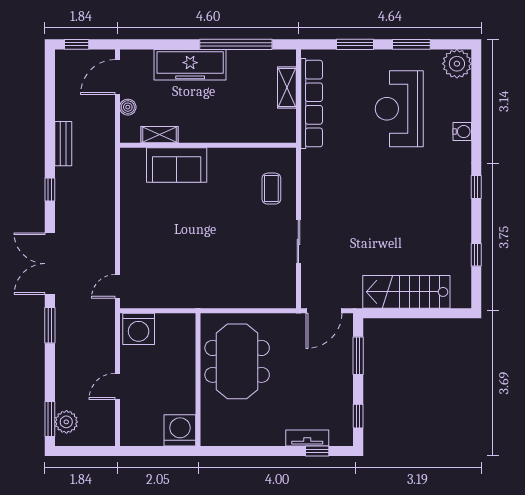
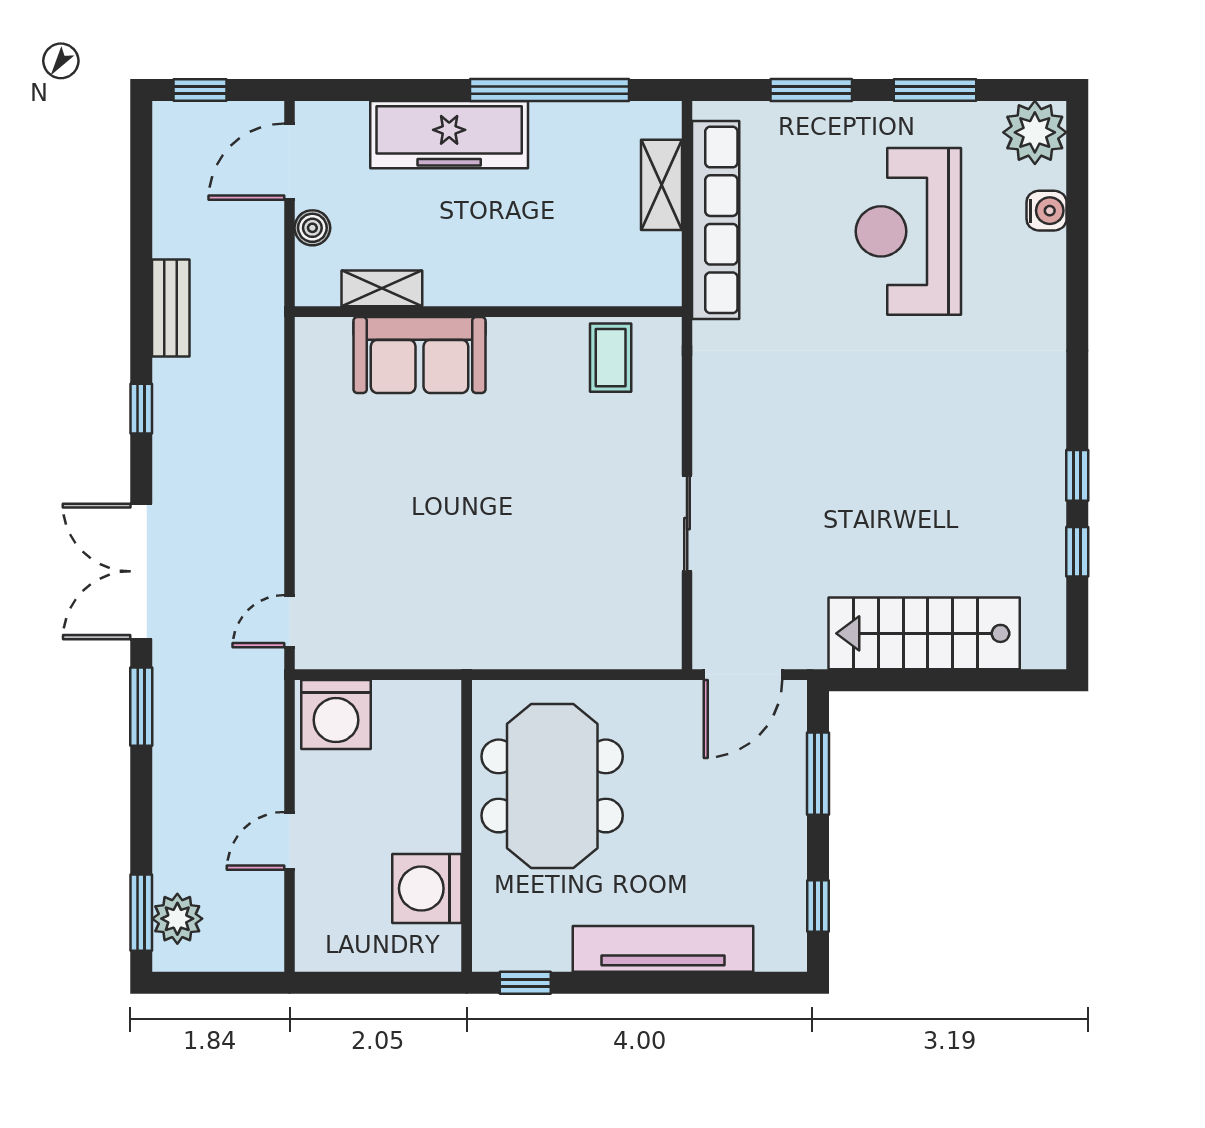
water cooler: (462, 132) -> (1047, 211), moved
window: (476, 187) -> (1077, 475), moved
coffee table: (271, 189) -> (611, 358), moved
washing machine: (180, 430) -> (427, 889), moved, turned -90
tv unit: (307, 438) -> (663, 949), width x1.92, depth x1.29
window: (317, 451) -> (525, 983), moved

